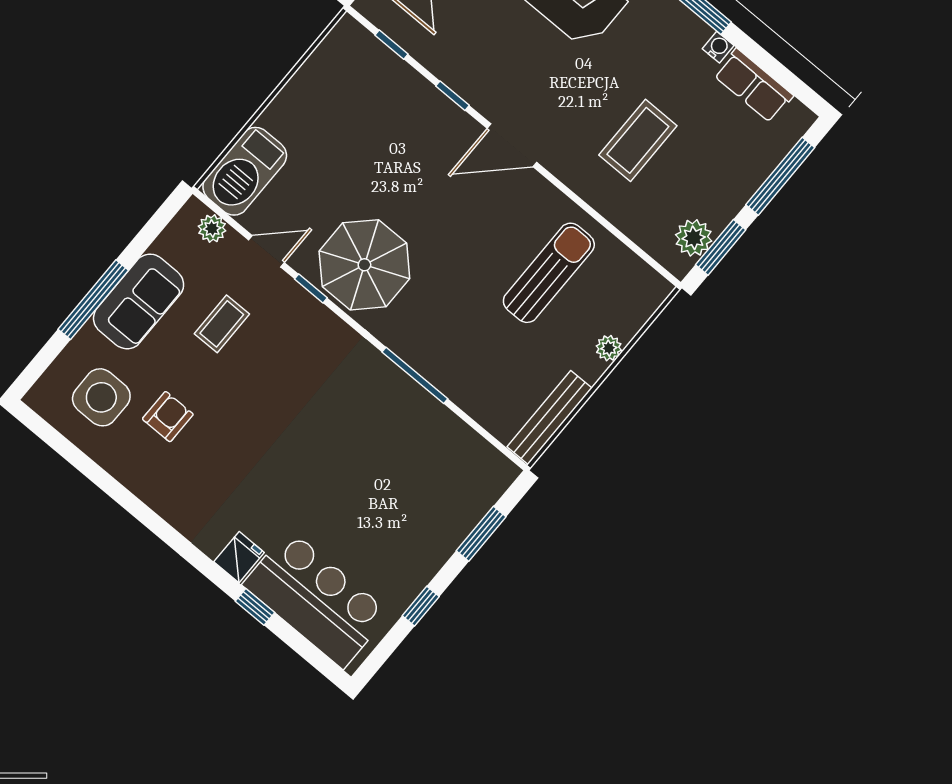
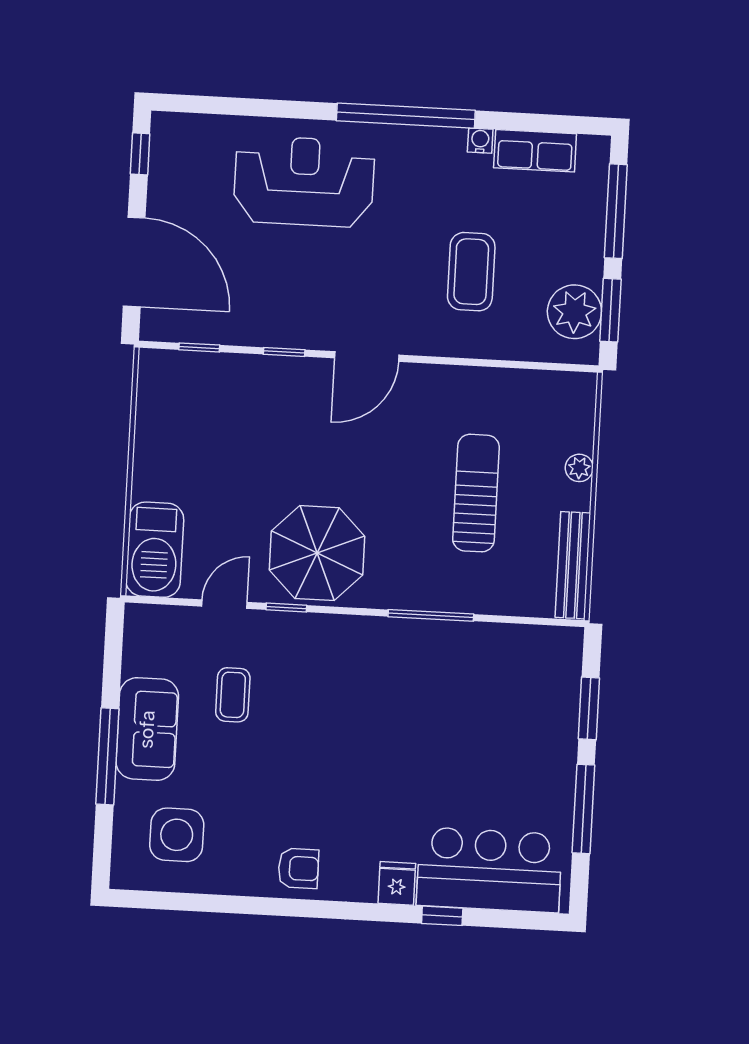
plant: (212, 229) -> (163, 620), removed
plant: (694, 238) -> (574, 312), width x1.36, depth x1.36
sun lounger: (549, 273) -> (476, 493), moved
armchair: (168, 417) -> (298, 868), moved, turned 90
window: (421, 606) -> (583, 809), width x2.17

